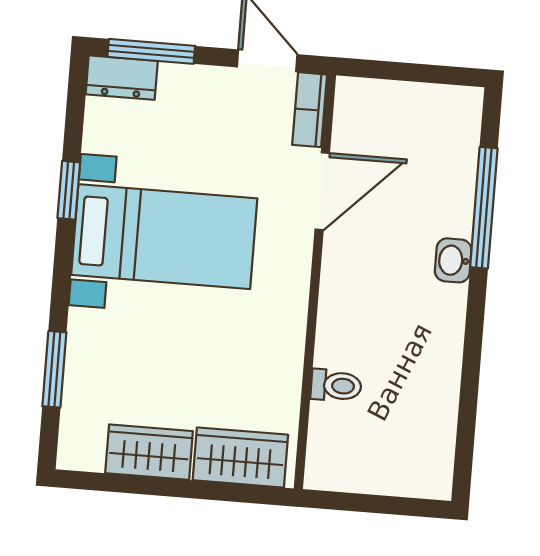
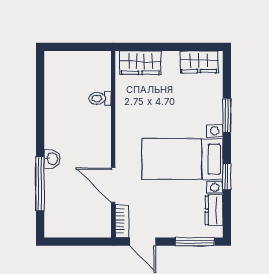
dresser: (122, 78) -> (214, 210), moved, turned -90
door: (322, 191) -> (113, 185), hinge flipped
window: (54, 369) -> (227, 116), moved
wardrobe: (149, 452) -> (199, 62), moved

